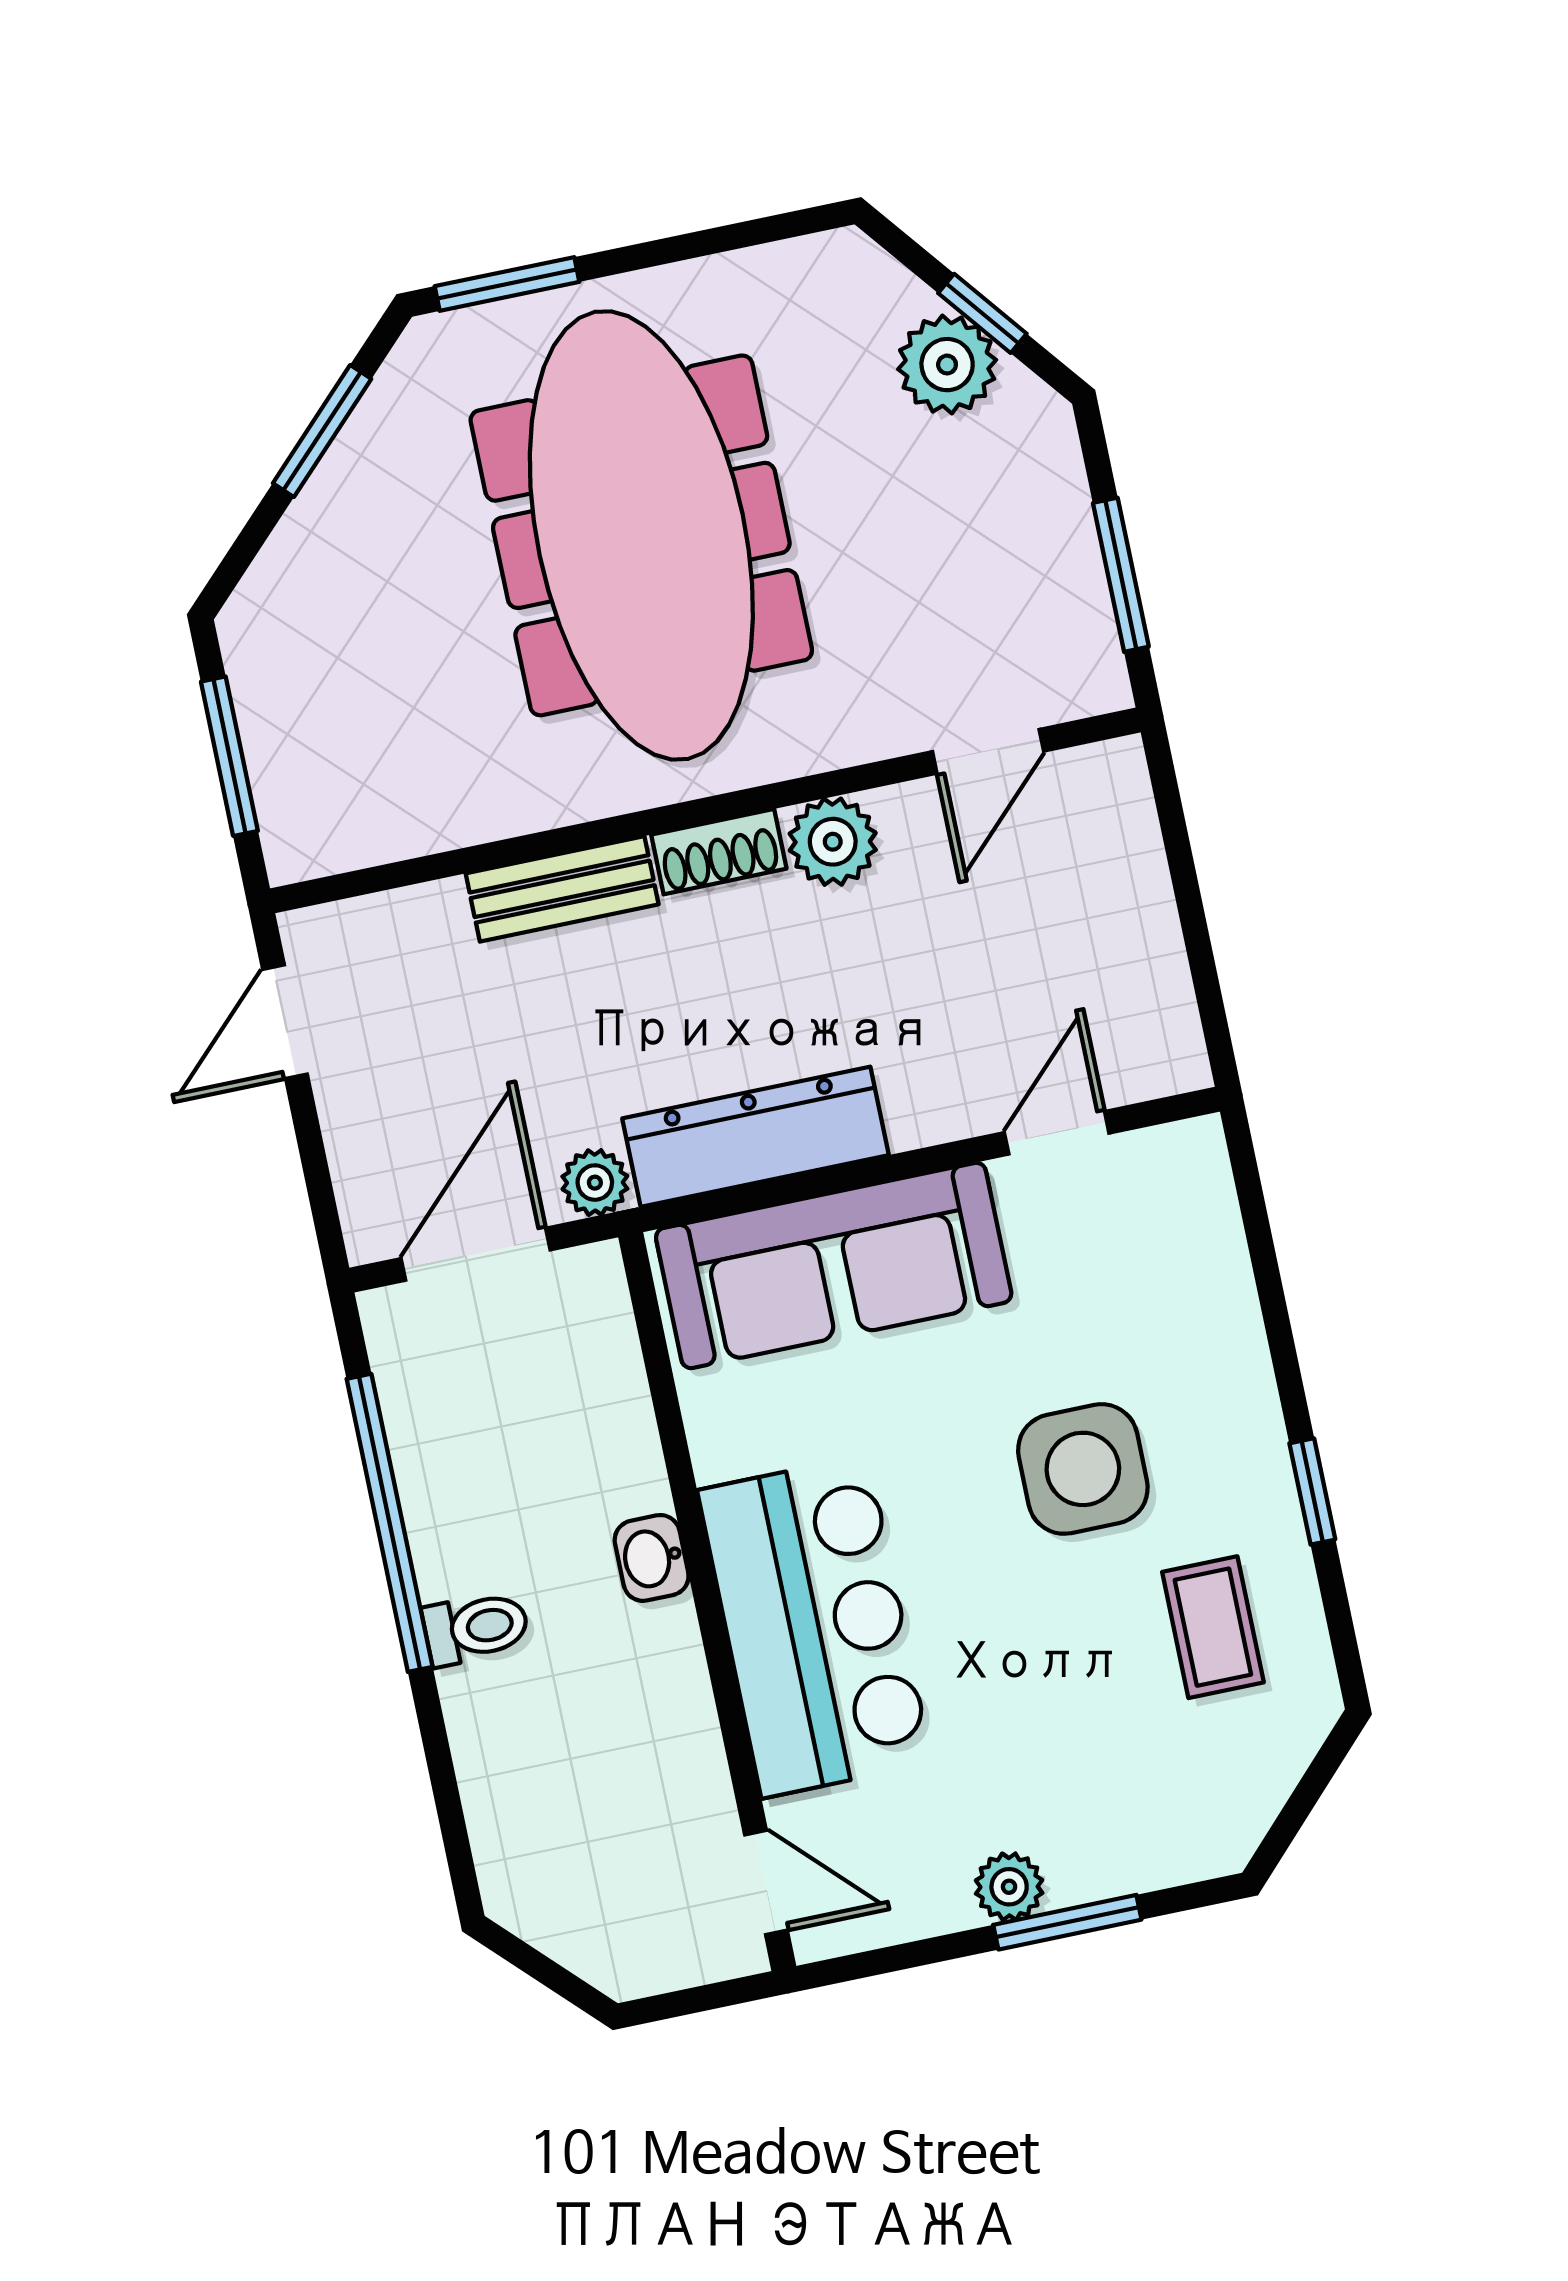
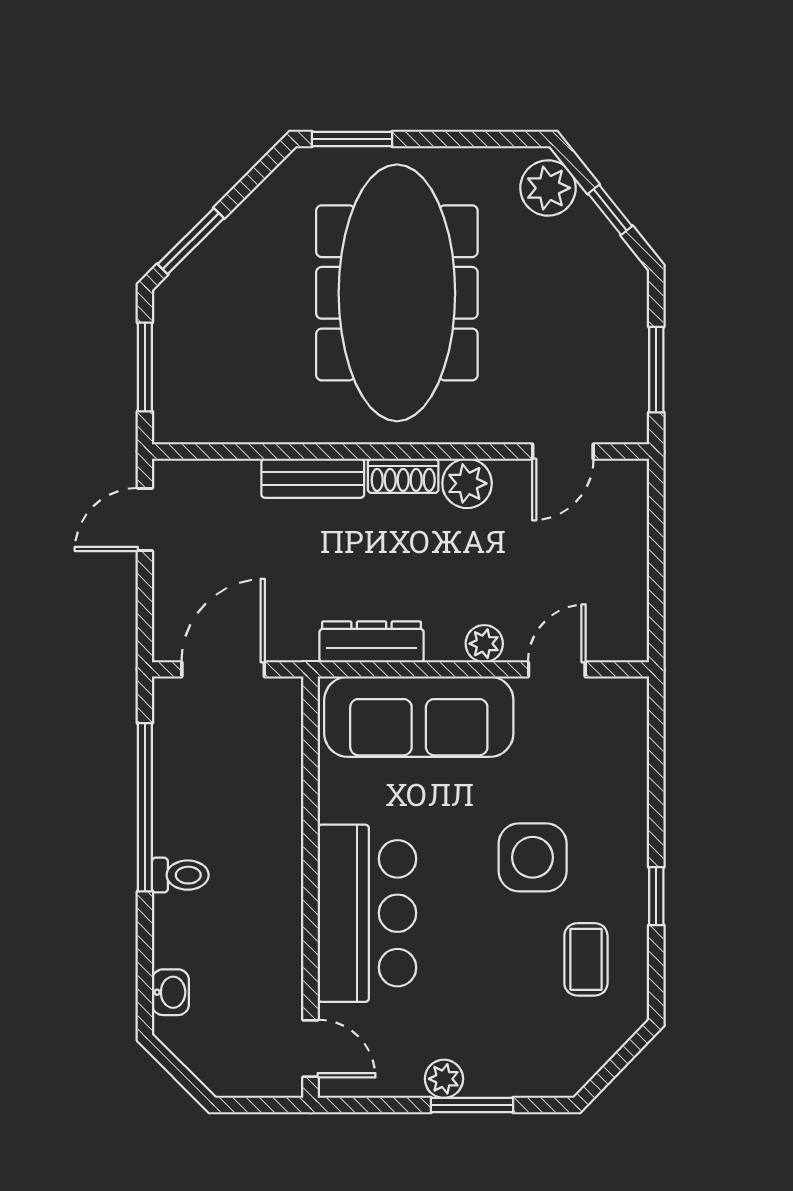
plant: (947, 365) -> (548, 188), moved
window: (322, 431) -> (191, 241), moved
dresser: (755, 1137) -> (372, 642), width x0.73, depth x0.80
plant: (595, 1183) -> (484, 644), moved
washbasin: (652, 1558) -> (170, 992), moved, turned 180

